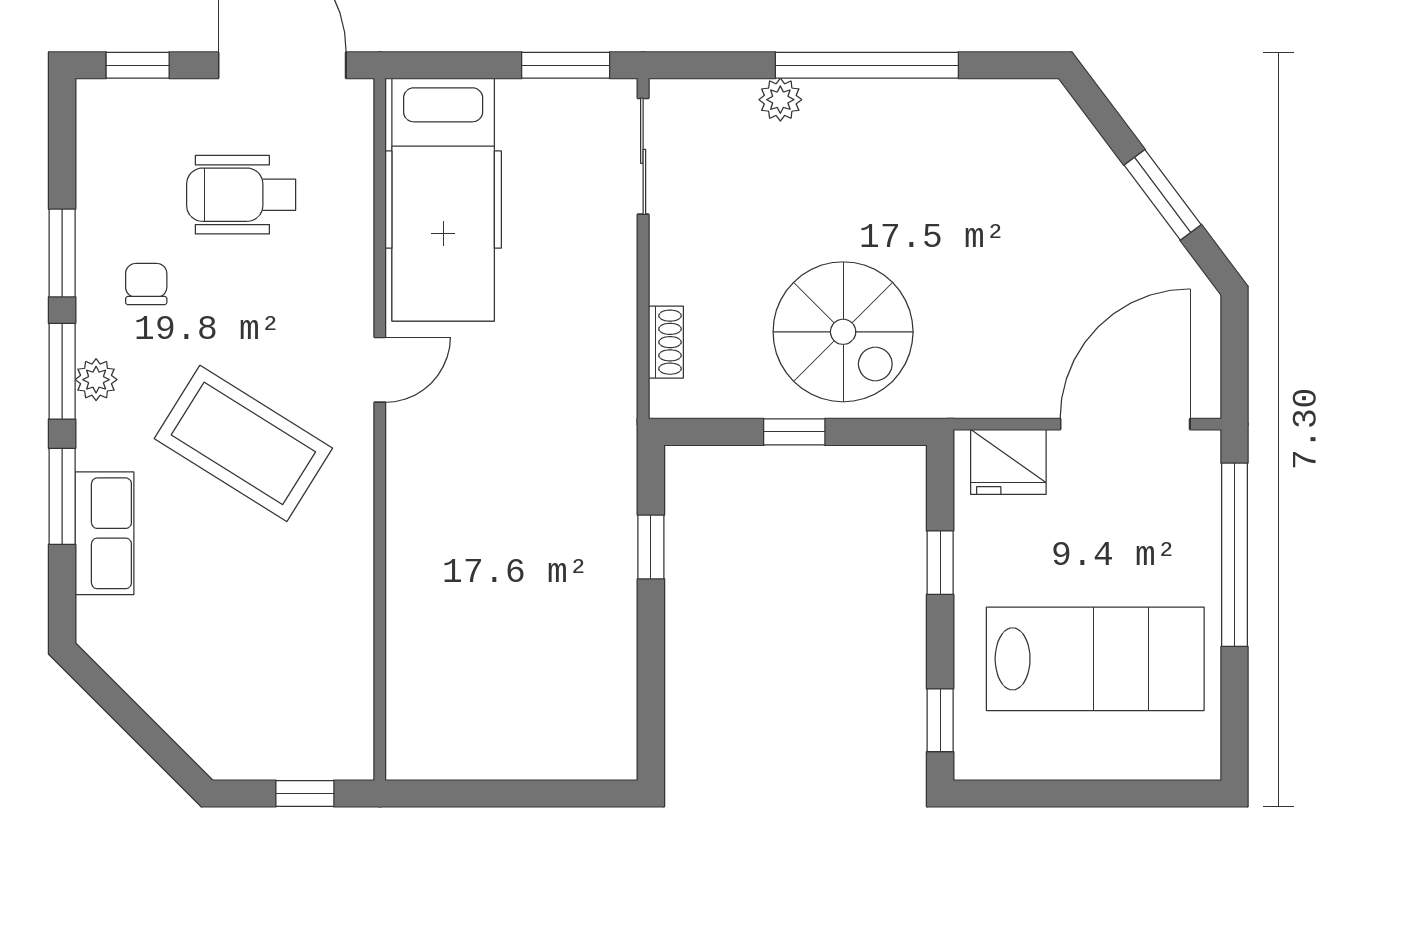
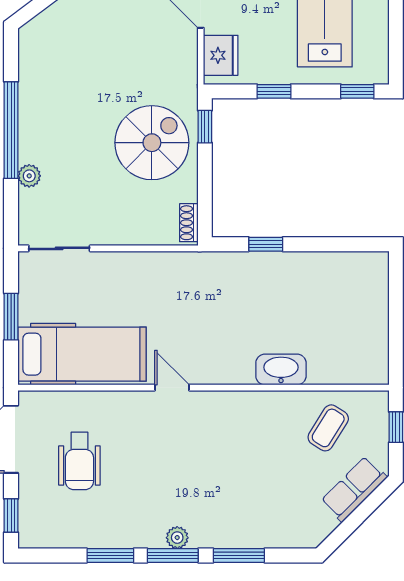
window: (566, 65) -> (11, 317), moved
chair: (146, 284) -> (127, 511), removed
shoe rack: (666, 342) -> (189, 223), moved, turned -90
window: (794, 432) -> (205, 127), moved
coffee table: (243, 443) -> (328, 428), moved, width x0.54, depth x0.58
row of seats: (104, 533) -> (354, 489), moved, turned -45
washbasin: (414, 576) -> (281, 369), added

